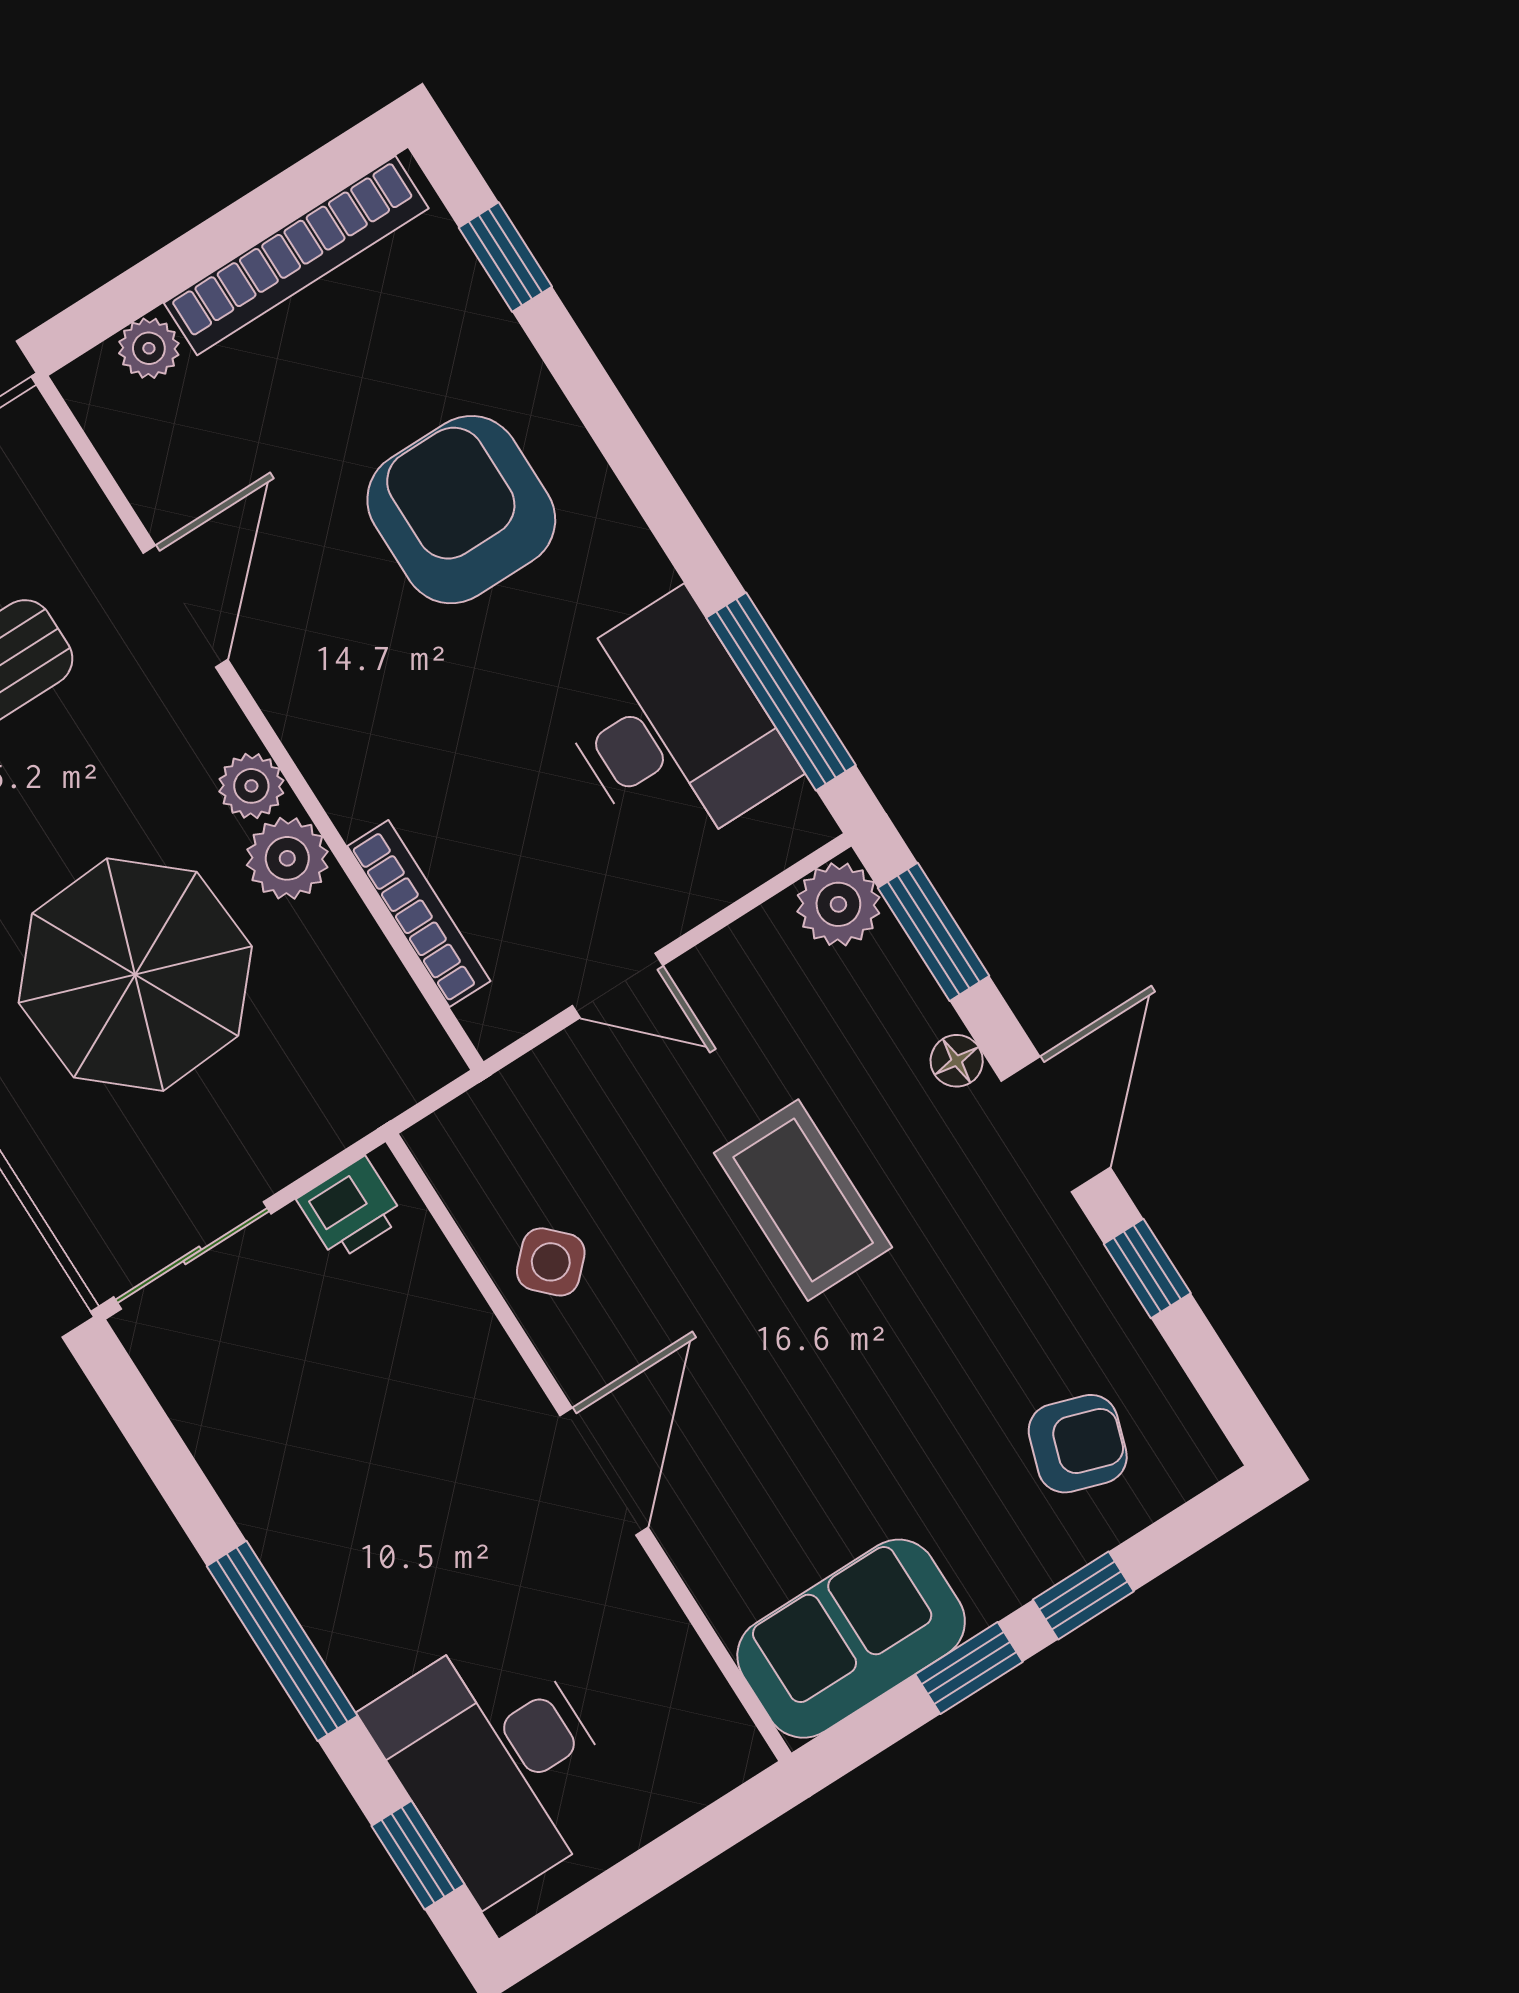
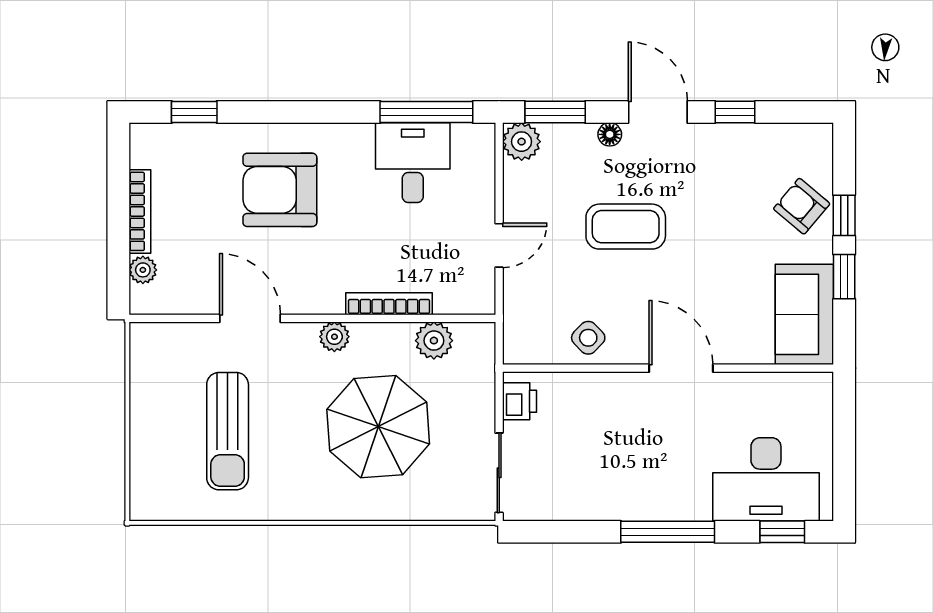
bookcase: (296, 256) -> (140, 211), width x0.68, depth x0.76
desk: (670, 726) -> (413, 163), width x0.73
plant: (287, 858) -> (434, 341), moved
bookcase: (419, 914) -> (389, 304), moved
armchair: (1078, 1444) -> (802, 206), moved, turned -68

